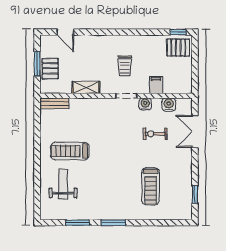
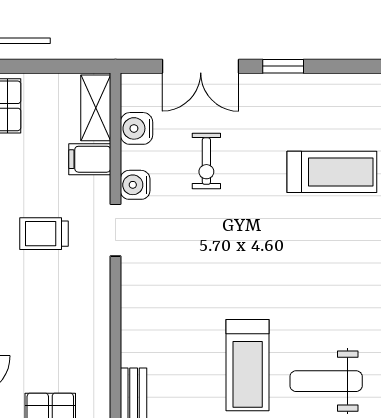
trolley: (125, 66) -> (44, 234), turned 180
shelving: (86, 88) -> (96, 108), moved
window: (195, 194) -> (283, 66), moved

